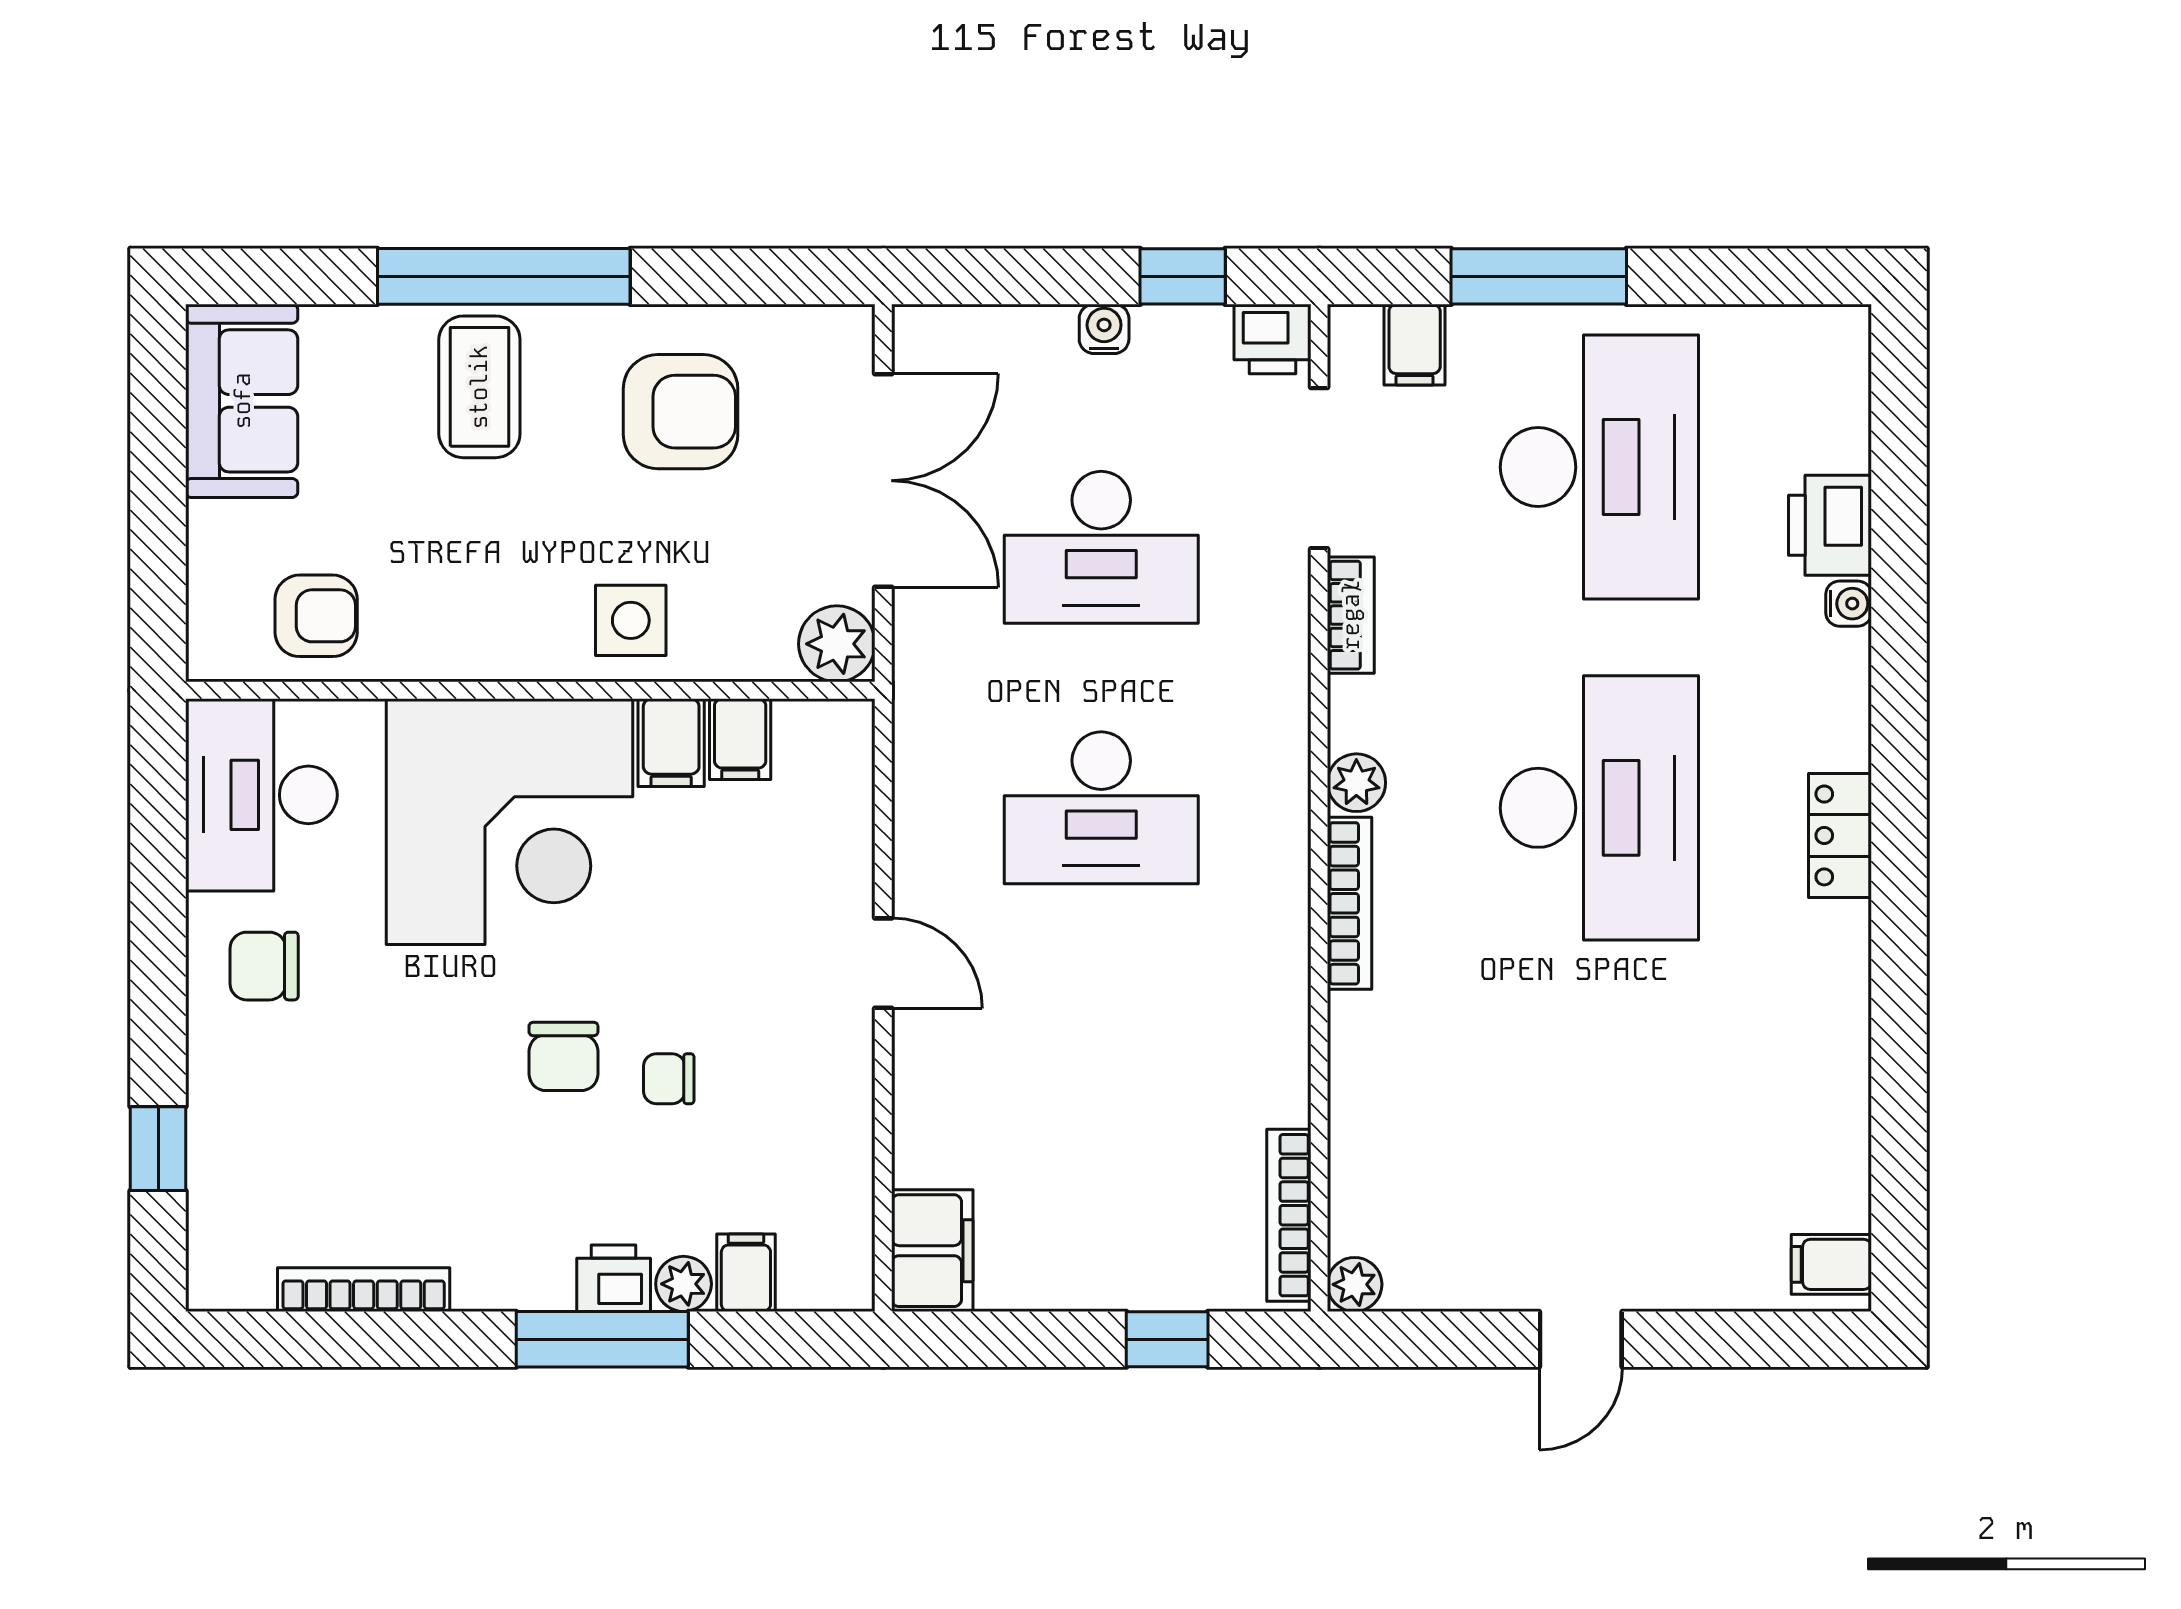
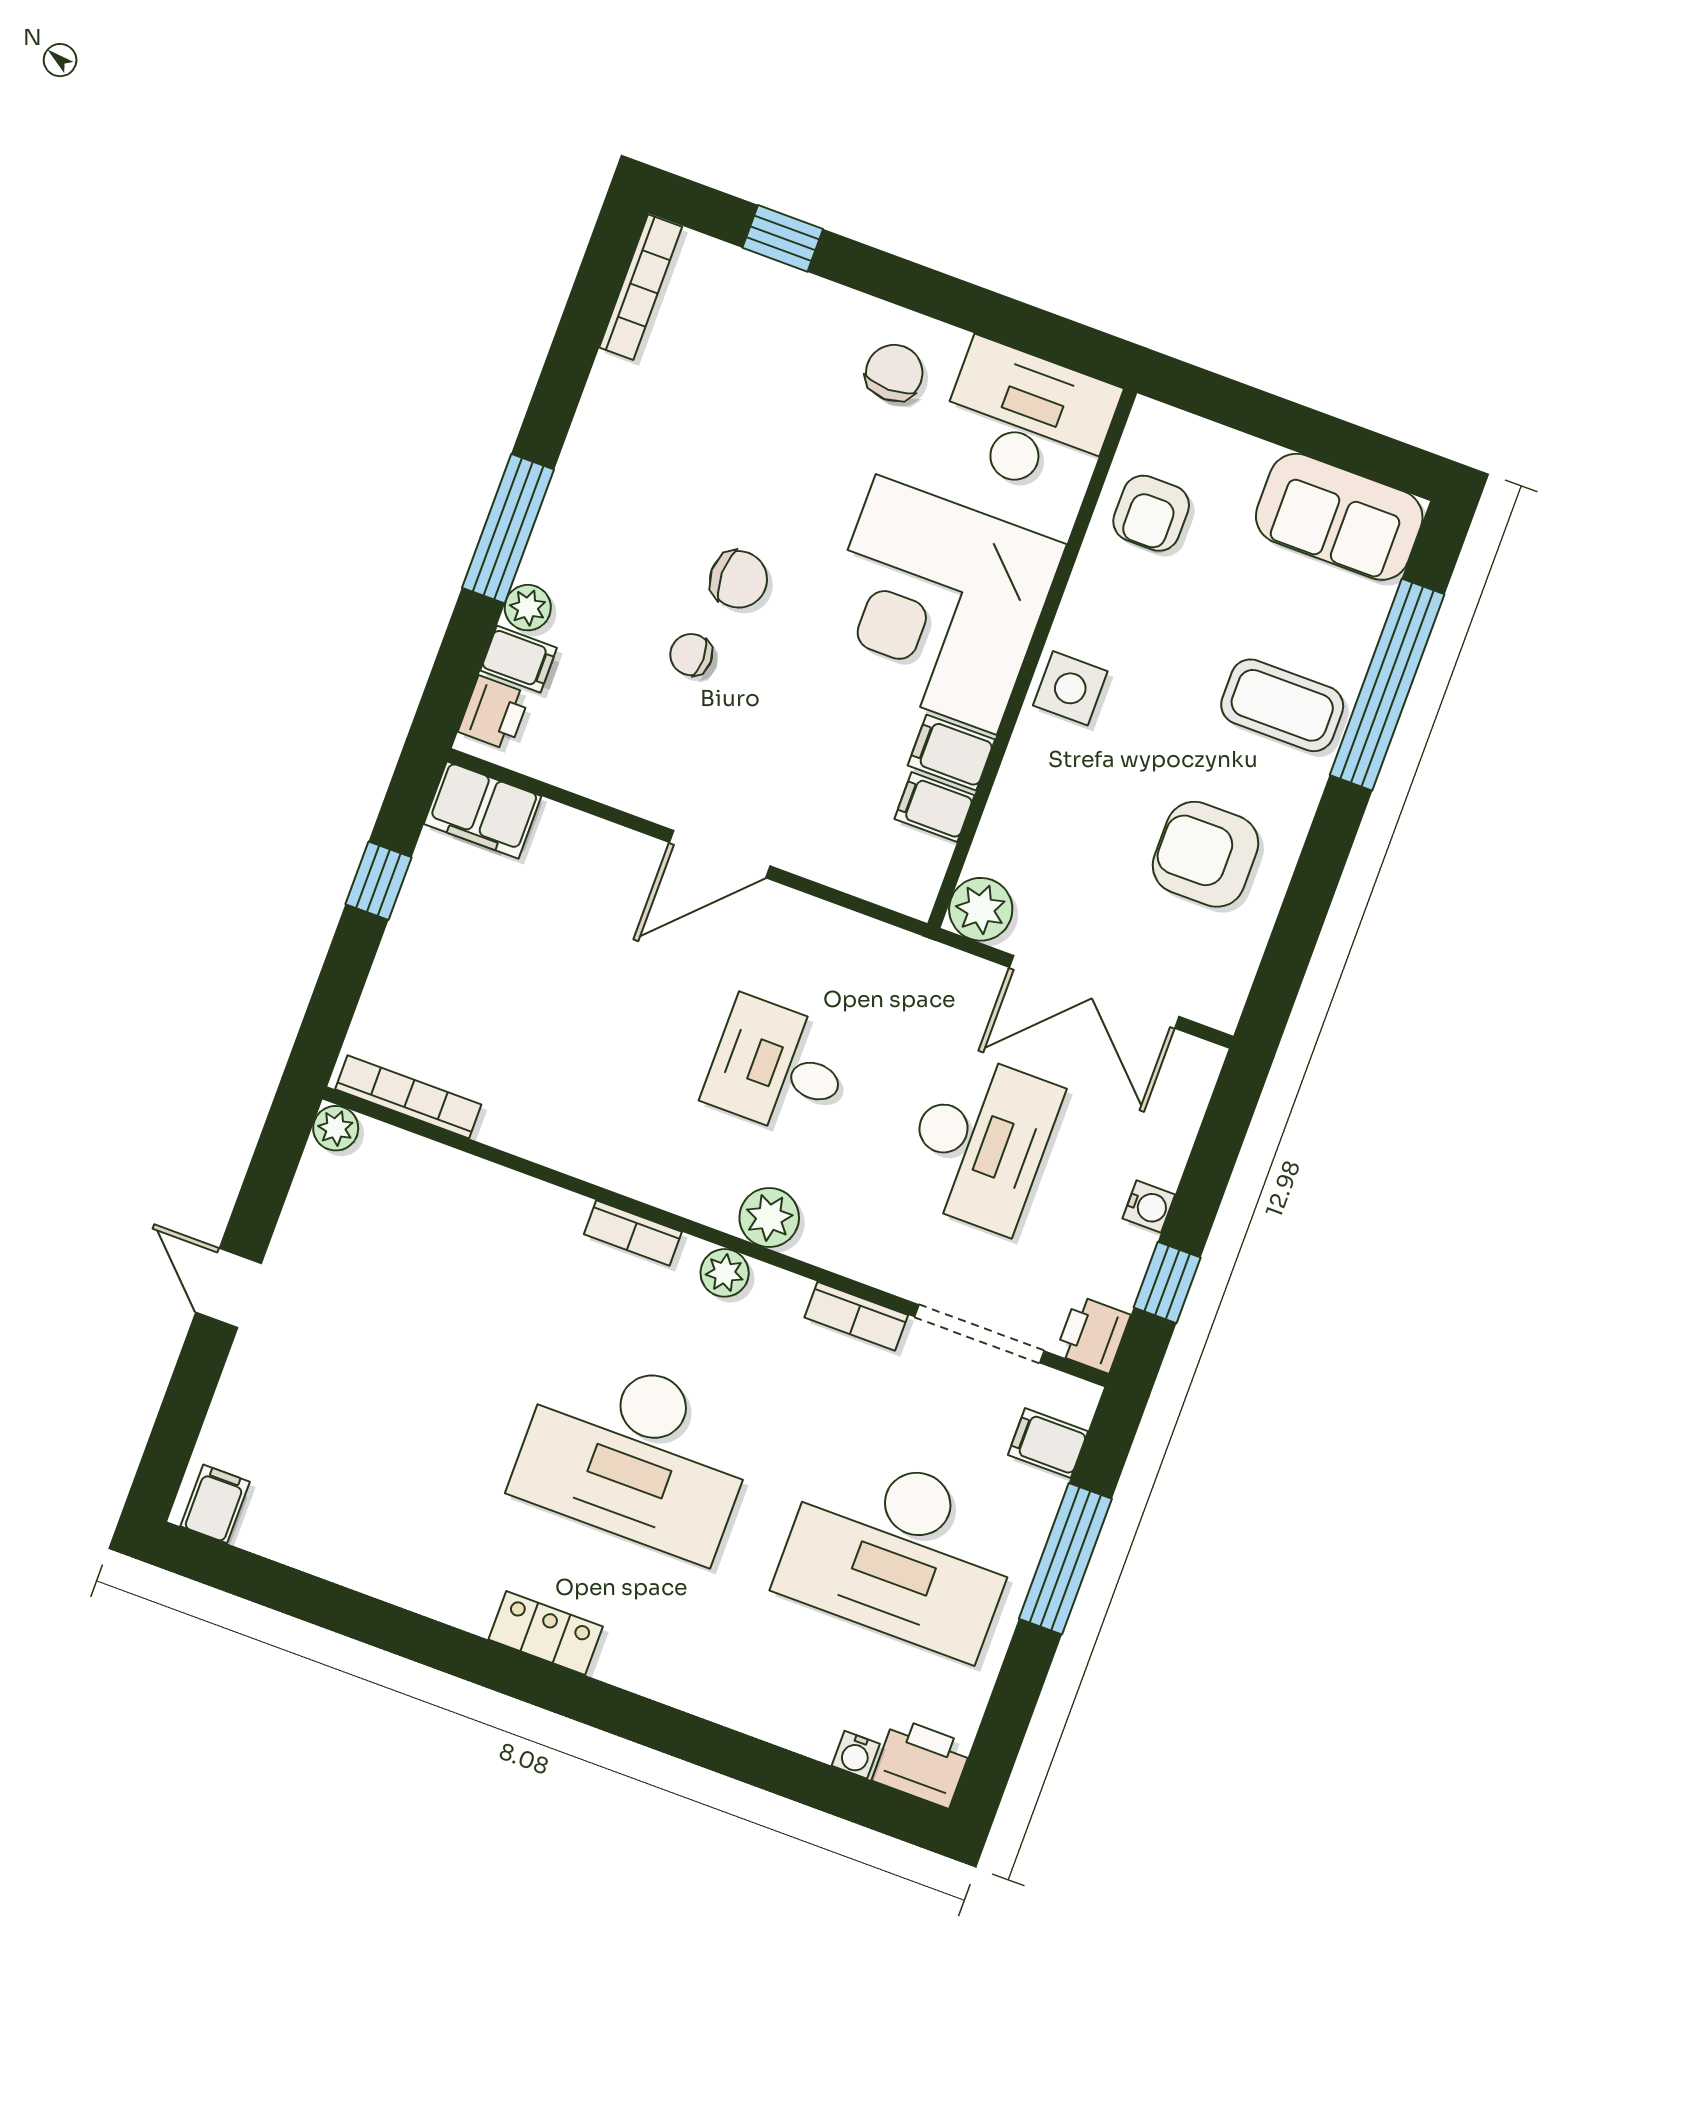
window: (504, 276) -> (1387, 685), moved
armchair: (681, 412) -> (1206, 854), turned 90
printer: (1830, 525) -> (922, 1763), moved
desk: (1101, 547) -> (980, 1142), turned 180
water cooler: (1849, 604) -> (856, 1755), moved
side table: (631, 620) -> (1070, 688), moved
plant: (1275, 755) -> (769, 1217), added
desk: (1101, 808) -> (778, 1068), width x0.73
bookcase: (1350, 903) -> (633, 1233), width x0.64
door: (883, 963) -> (720, 854), width x1.38
chair: (563, 1056) -> (739, 579), turned 180
chair: (669, 1079) -> (691, 655), turned -90
printer: (614, 1278) -> (494, 713), moved
bookcase: (364, 1290) -> (641, 287), moved
window: (1167, 1339) -> (378, 881), moved

